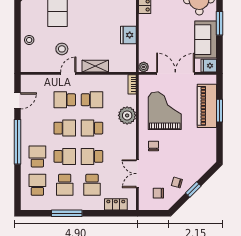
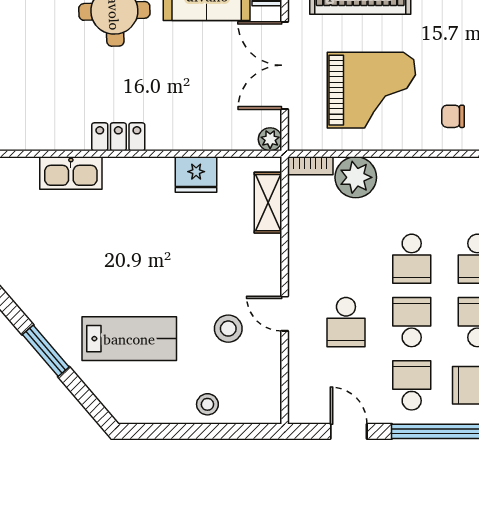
shelving: (95, 66) -> (268, 203), moved
school desk: (92, 100) -> (412, 385), moved
grand piano: (165, 111) -> (371, 90), turned 180
plant: (127, 115) -> (356, 177), moved

